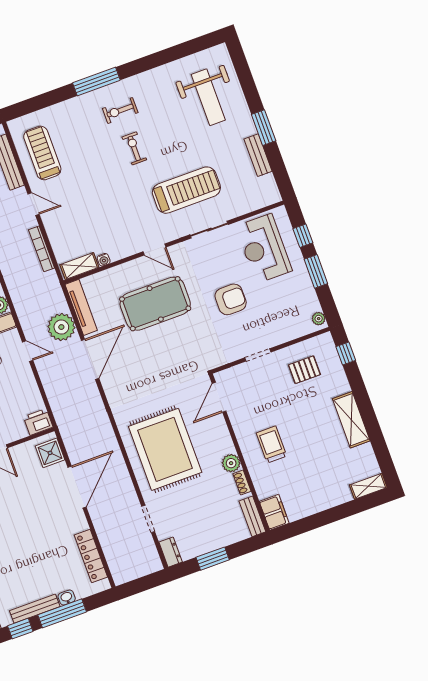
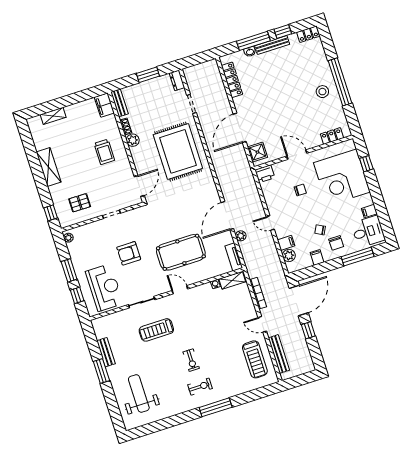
treadmill: (186, 190) -> (156, 330), width x0.73, depth x0.73
tv unit: (81, 307) -> (234, 257), width x0.71
plant: (61, 327) -> (241, 236), width x0.53, depth x0.53
shelving: (368, 486) -> (53, 116), moved

